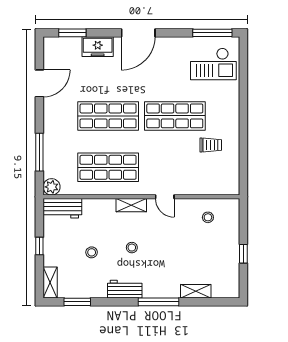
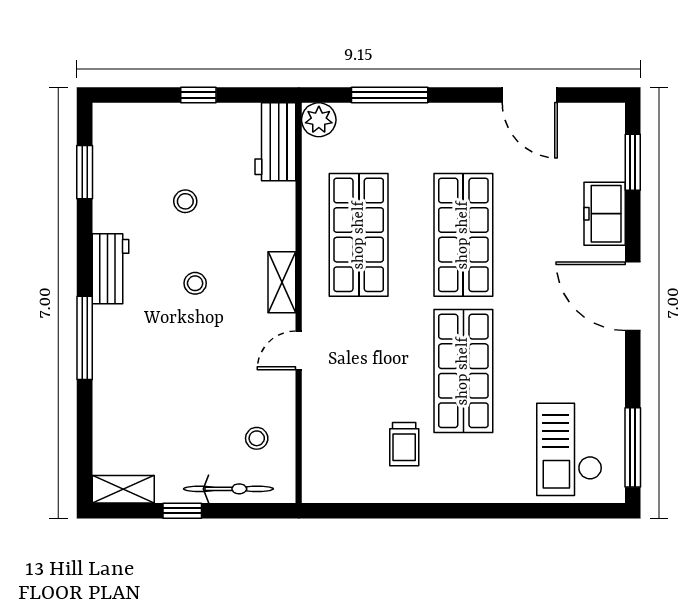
bicycle: (233, 231) -> (228, 489), added
shelving: (50, 282) -> (124, 117), removed
shelving: (196, 291) -> (123, 489), moved, turned 90

